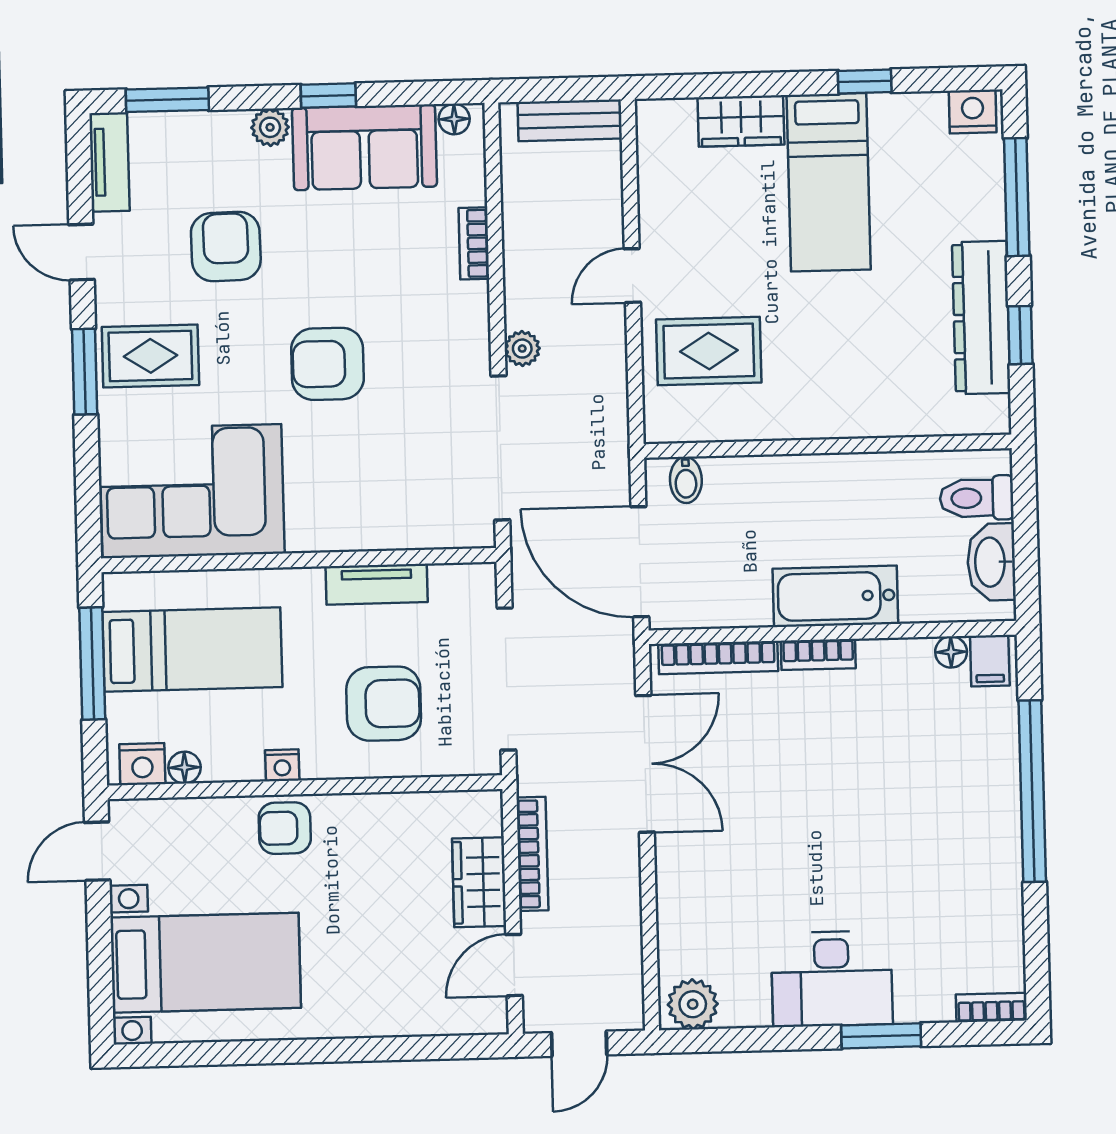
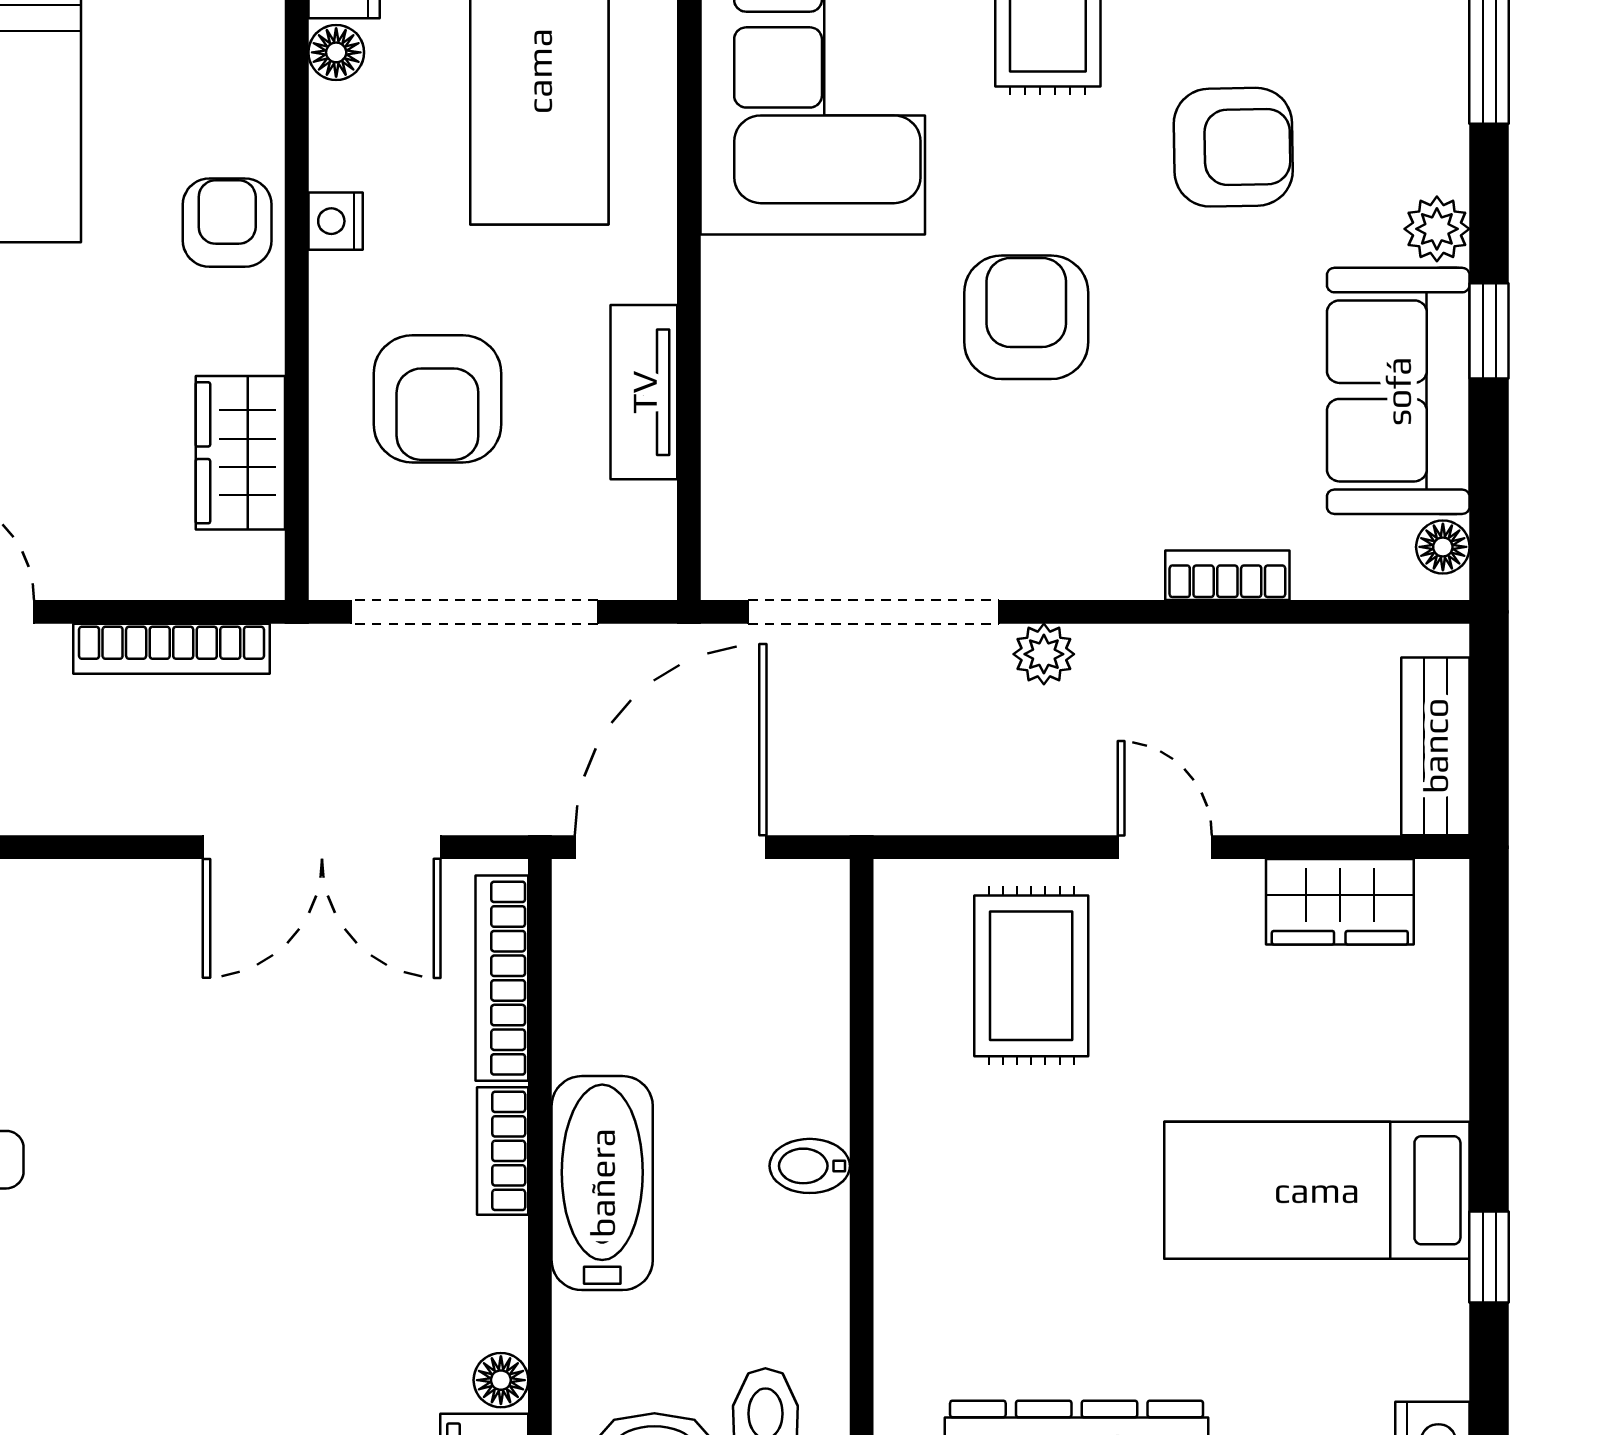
wardrobe: (741, 121) -> (1340, 902), moved, turned -90
bidet: (686, 480) -> (810, 1166), moved
wardrobe: (479, 882) -> (240, 453), moved, turned -90

